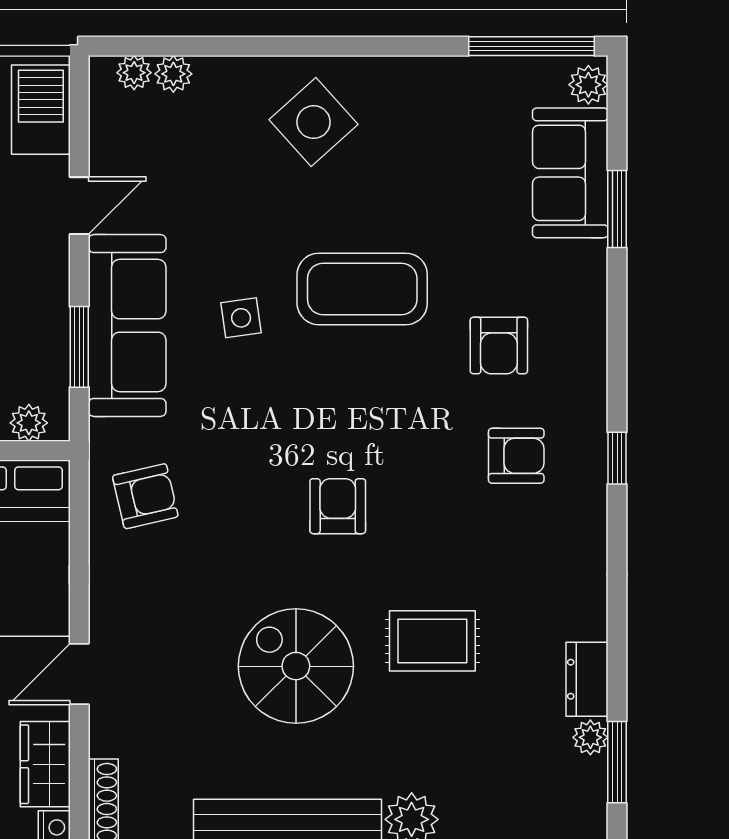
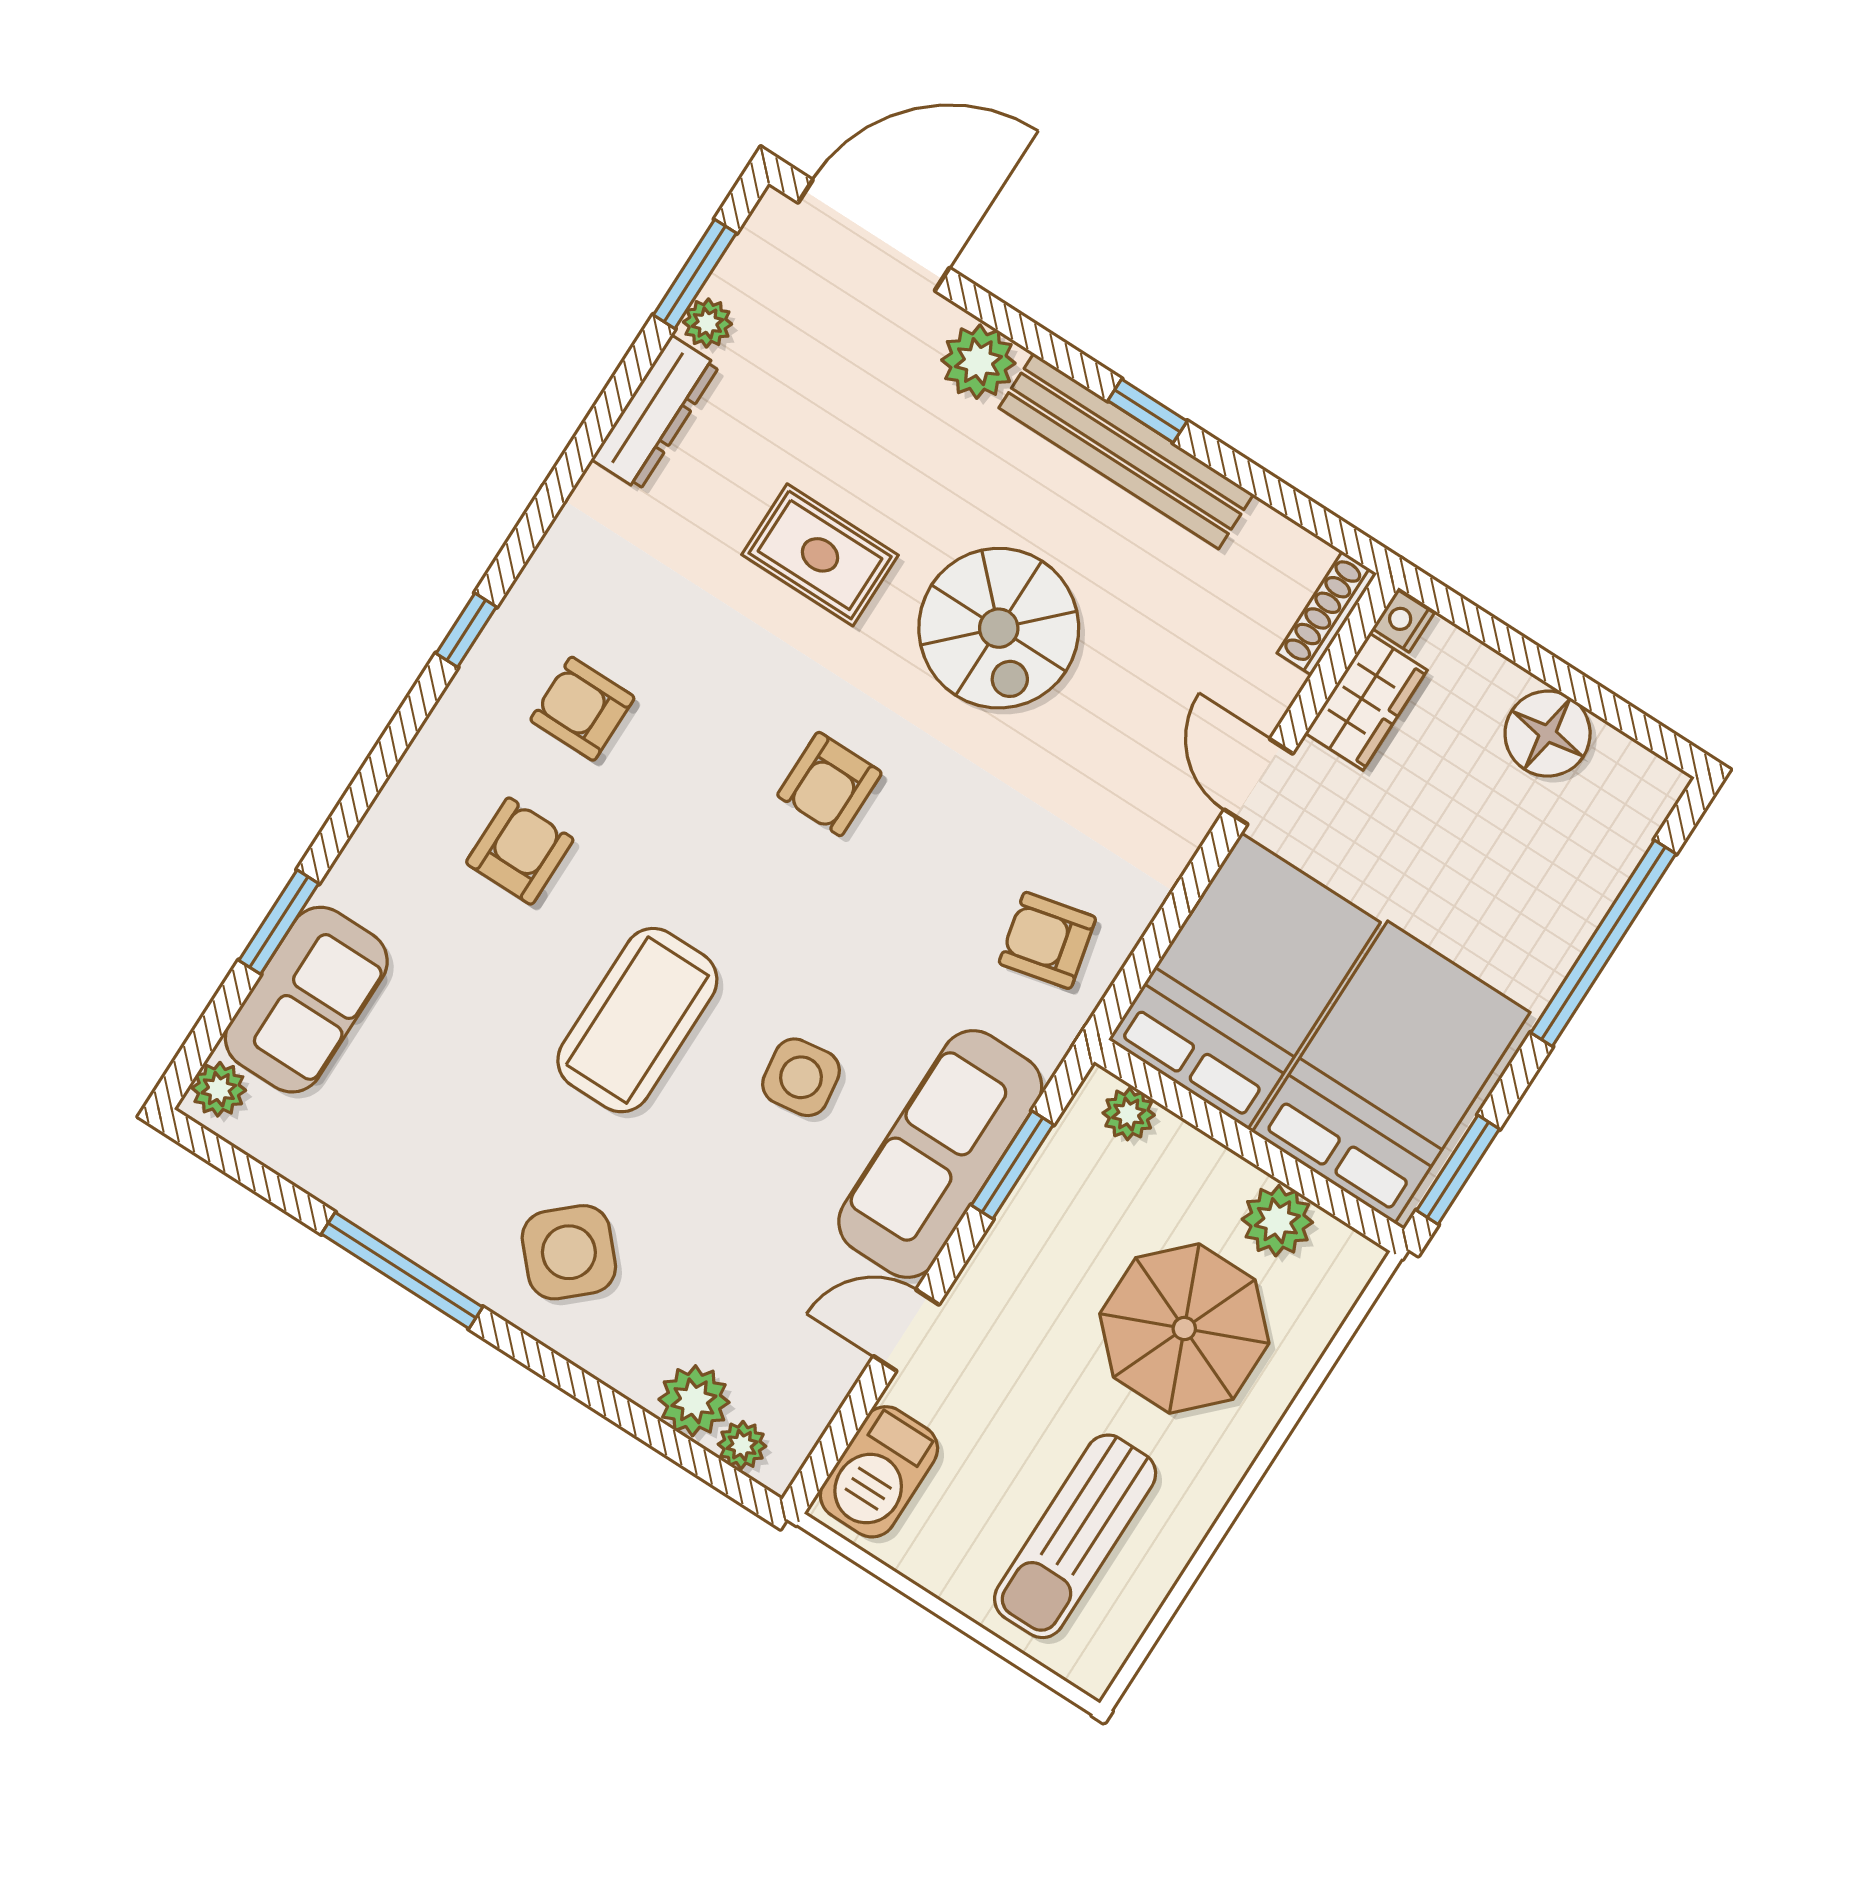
window: (532, 46) -> (402, 1271), moved
plant: (173, 74) -> (694, 1401), width x1.38, depth x1.38
coffee table: (362, 289) -> (637, 1020), turned 90
side table: (241, 318) -> (801, 1077), width x1.37, depth x1.37
door: (79, 674) -> (1259, 782), swing flipped
dresser: (587, 679) -> (655, 413), width x1.44

